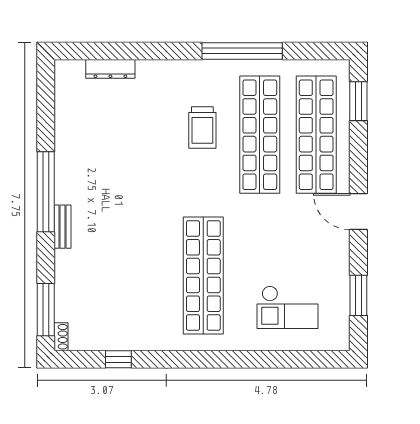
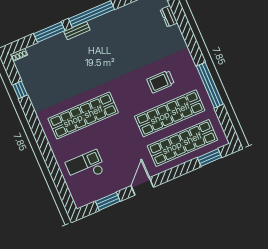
dresser: (110, 69) -> (169, 16), width x0.70
door: (358, 212) -> (142, 186), moved
checkout: (288, 307) -> (86, 167), turned 90
window: (46, 310) -> (49, 32), moved

